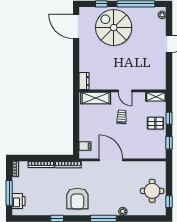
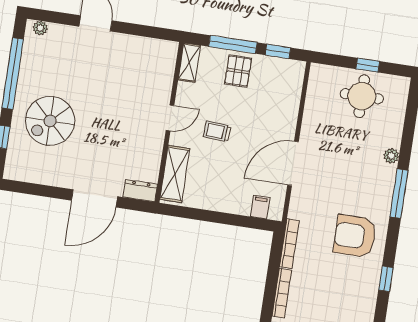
door: (76, 27) -> (94, 198), moved
spiral stairs: (114, 28) -> (50, 121), width x0.73, depth x0.73
window: (169, 118) -> (233, 44), width x2.17
armchair: (77, 199) -> (355, 236), turned 180
window: (169, 202) -> (368, 65), moved

